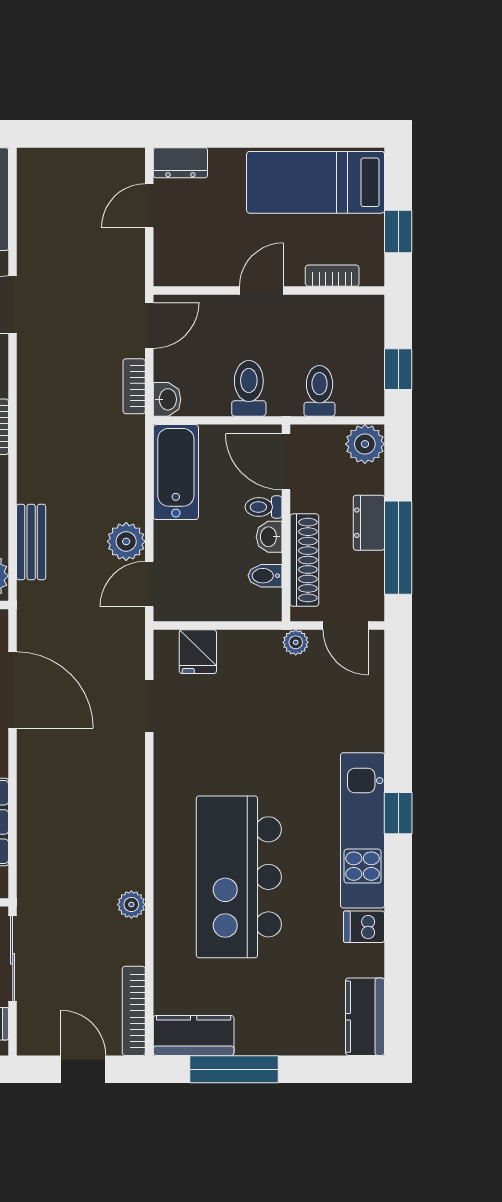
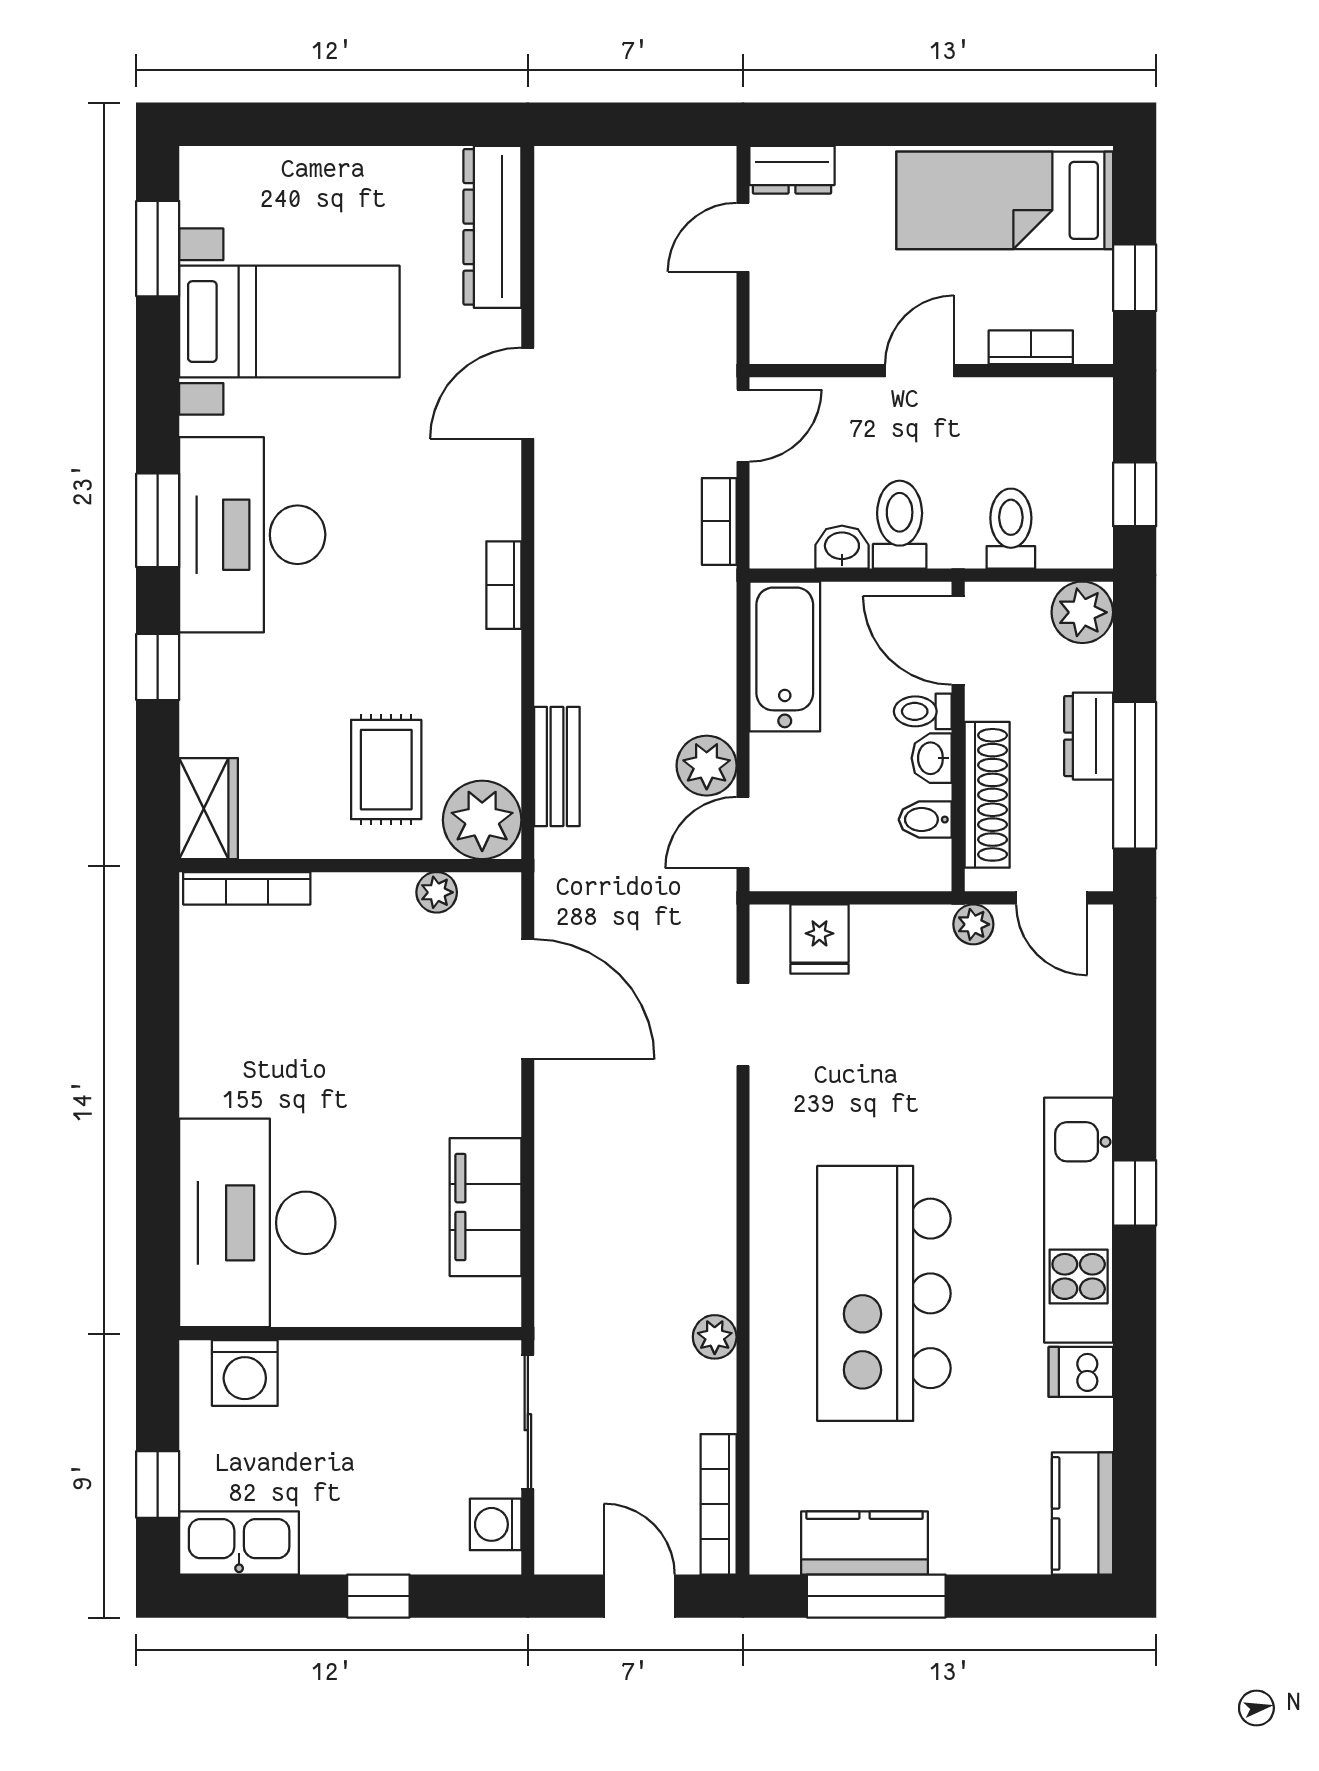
washbasin: (167, 399) -> (842, 547), moved, turned -90
kitchen counter: (194, 1035) -> (865, 1543), moved

